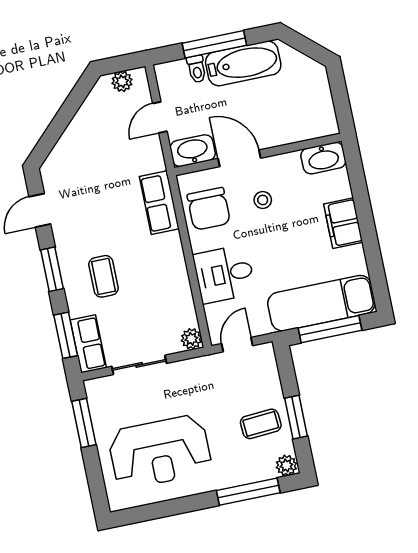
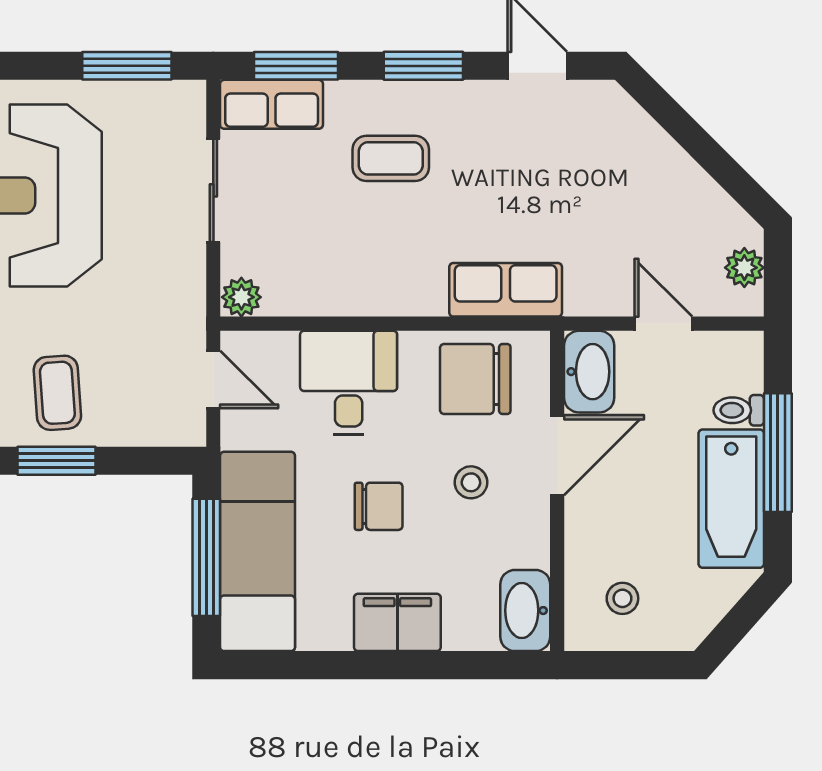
stool: (307, 109) -> (622, 598), added
chair: (285, 245) -> (379, 506), added

